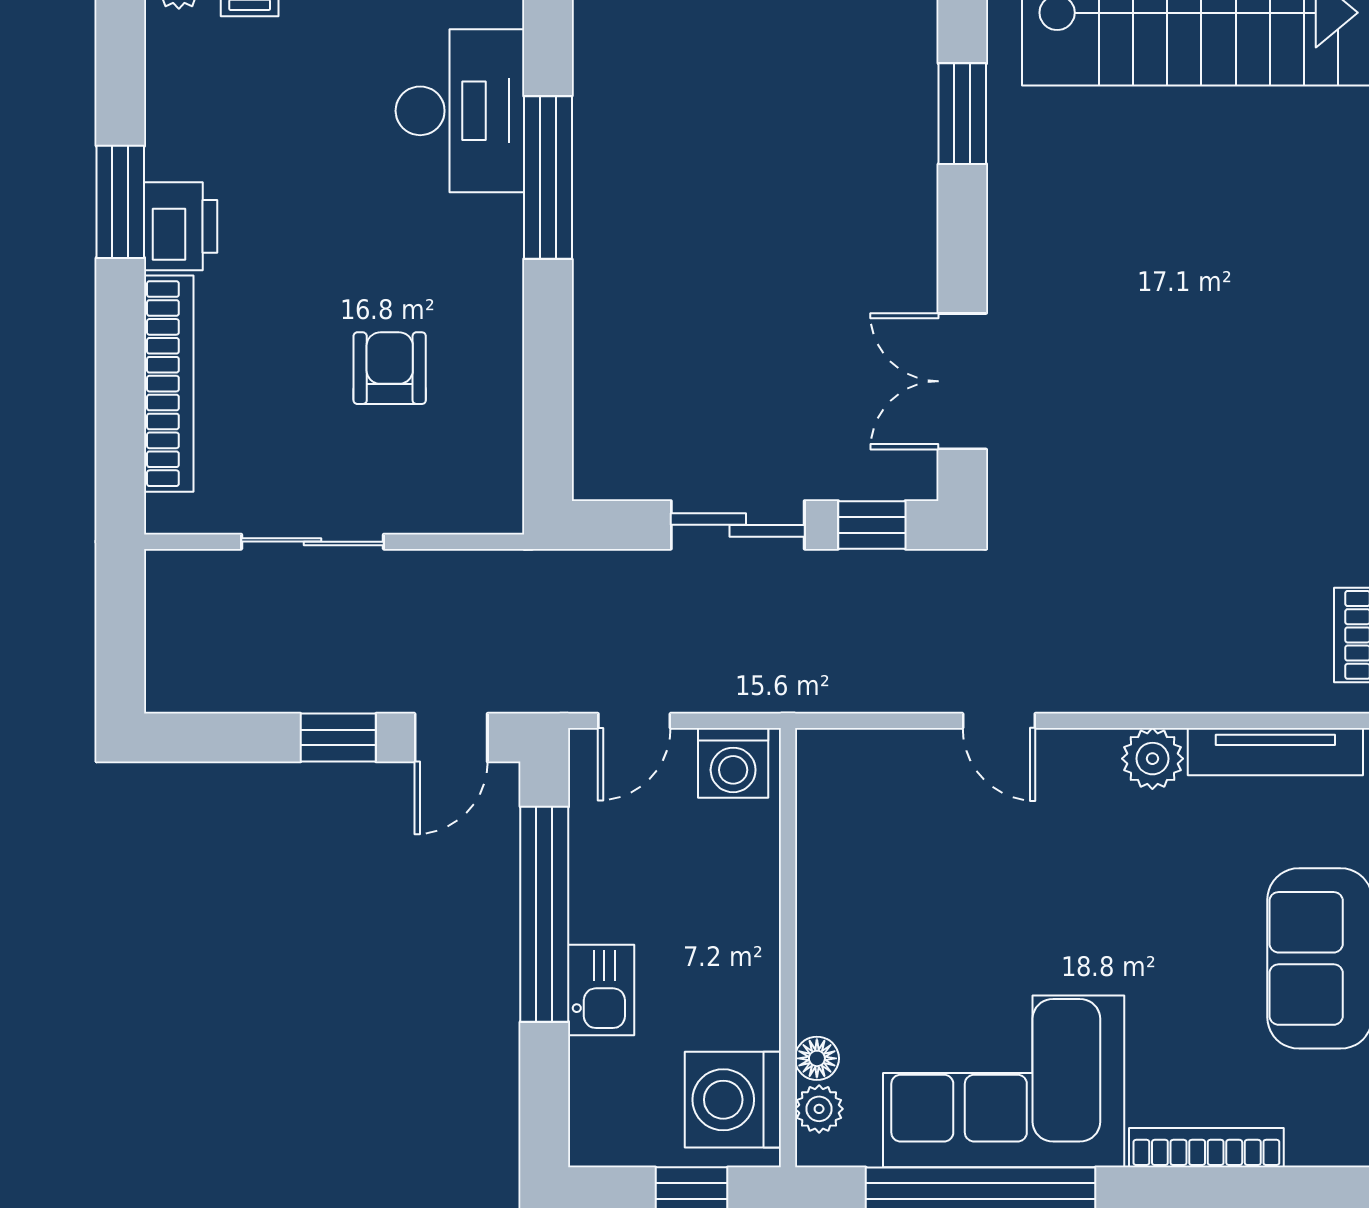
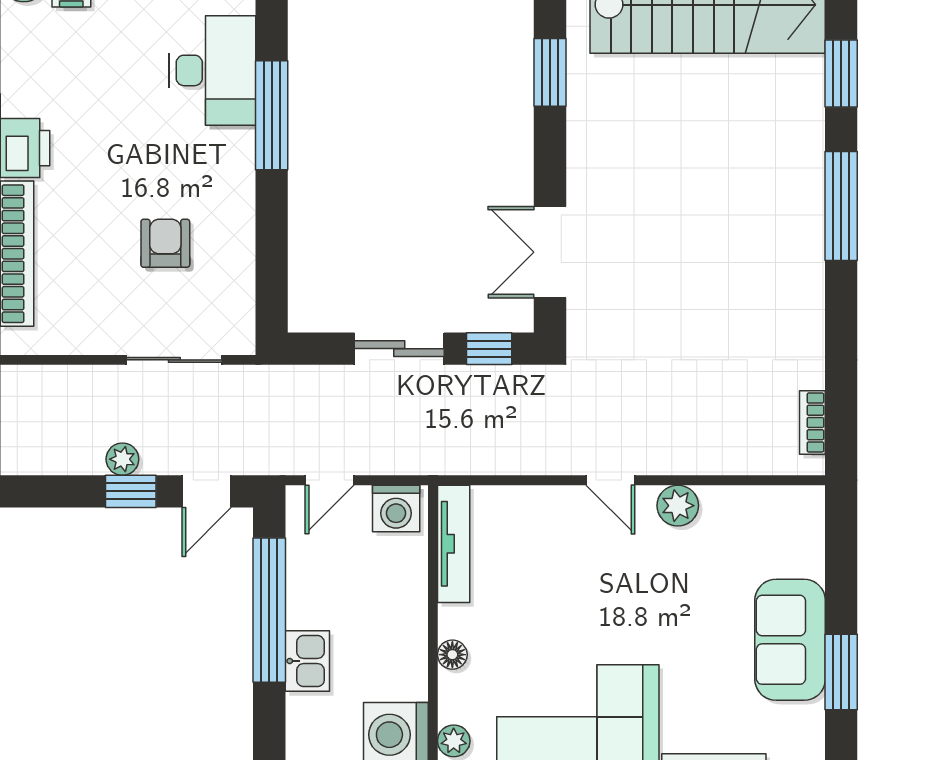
sliding door: (313, 542) -> (174, 360), moved
plant: (326, 689) -> (122, 459), added
door: (999, 721) -> (610, 480), moved
tv unit: (1275, 752) -> (454, 544), moved, turned -90
floor lamp: (817, 1058) -> (452, 655), moved

